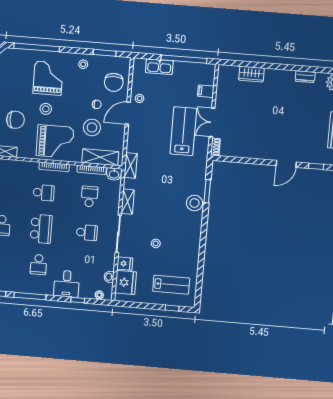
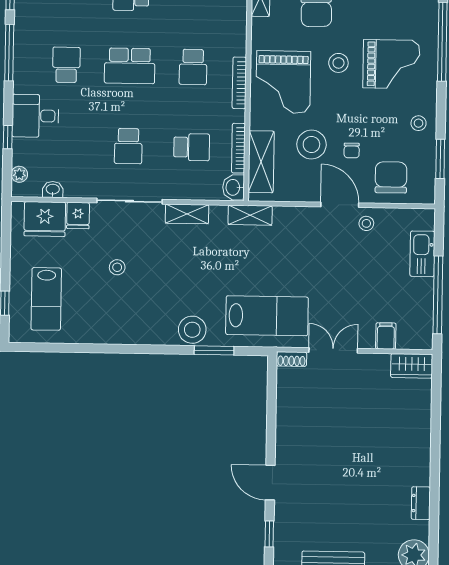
wardrobe: (251, 74) -> (412, 366), moved, turned -90
chair: (114, 82) -> (391, 177), turned 90
lab bench: (183, 131) -> (267, 316), moved
school desk: (39, 264) -> (66, 65), turned 90

